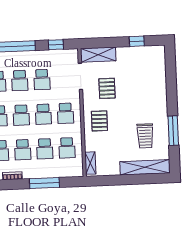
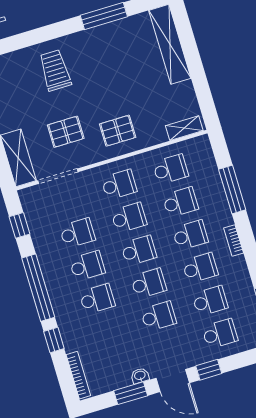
trolley: (145, 136) -> (55, 70), moved, turned -90

